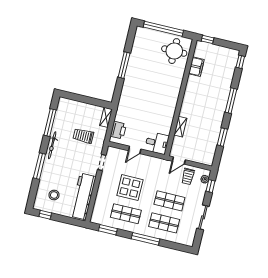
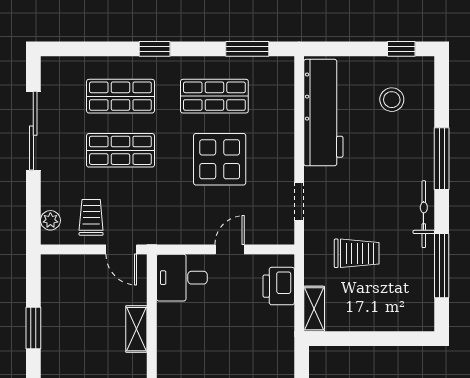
door: (179, 160) -> (121, 249), swing flipped
window: (210, 186) -> (33, 208), removed
sliding door: (203, 217) -> (33, 131), width x1.37
window: (146, 239) -> (155, 49), width x0.46

